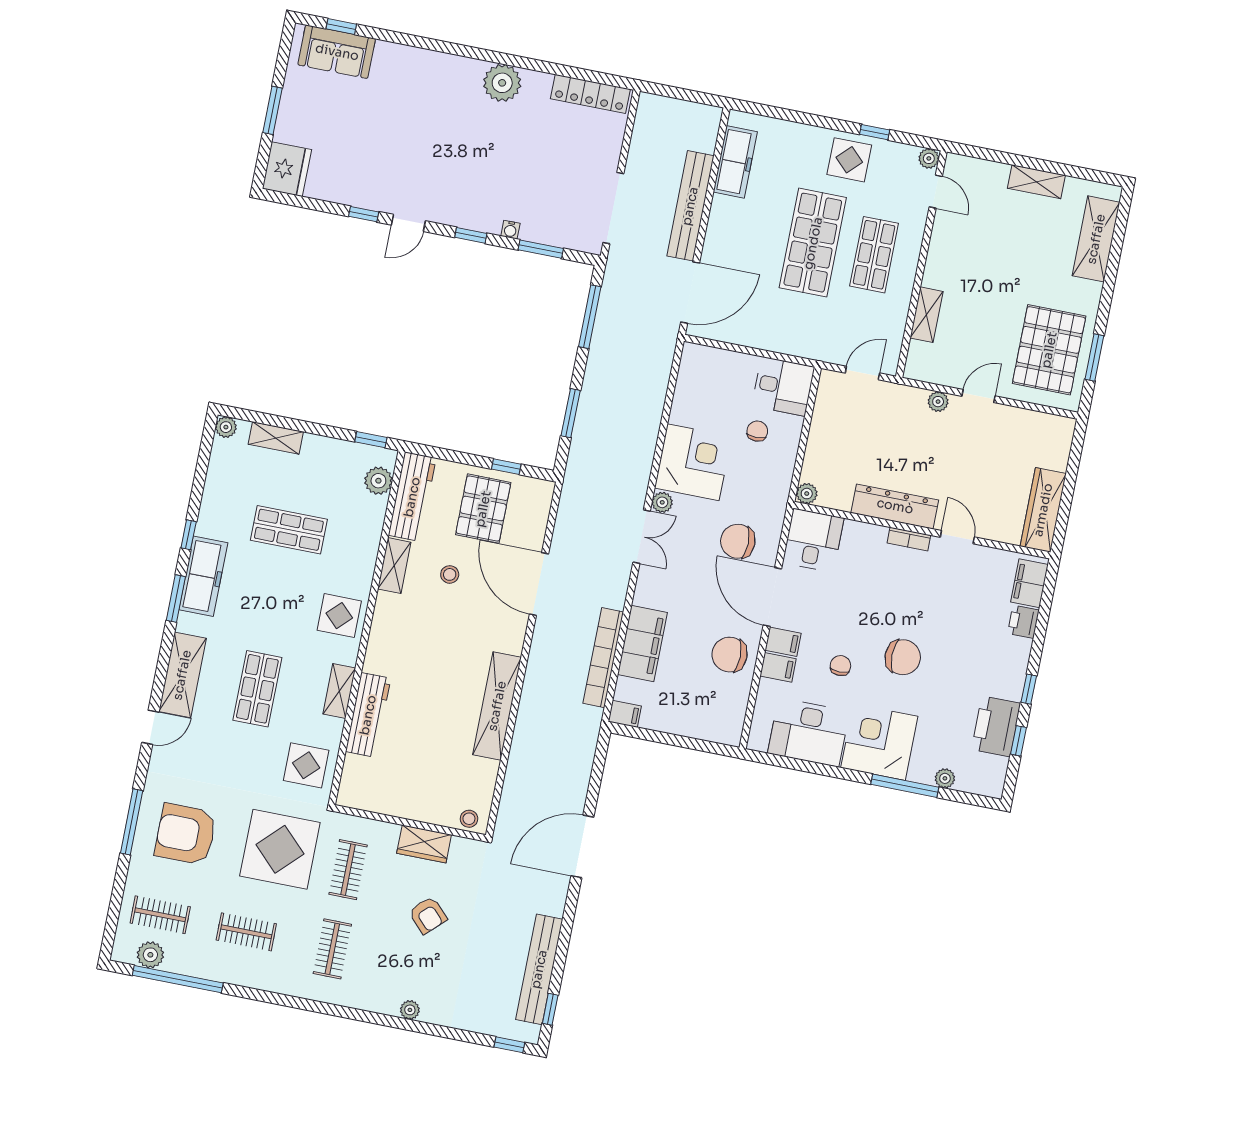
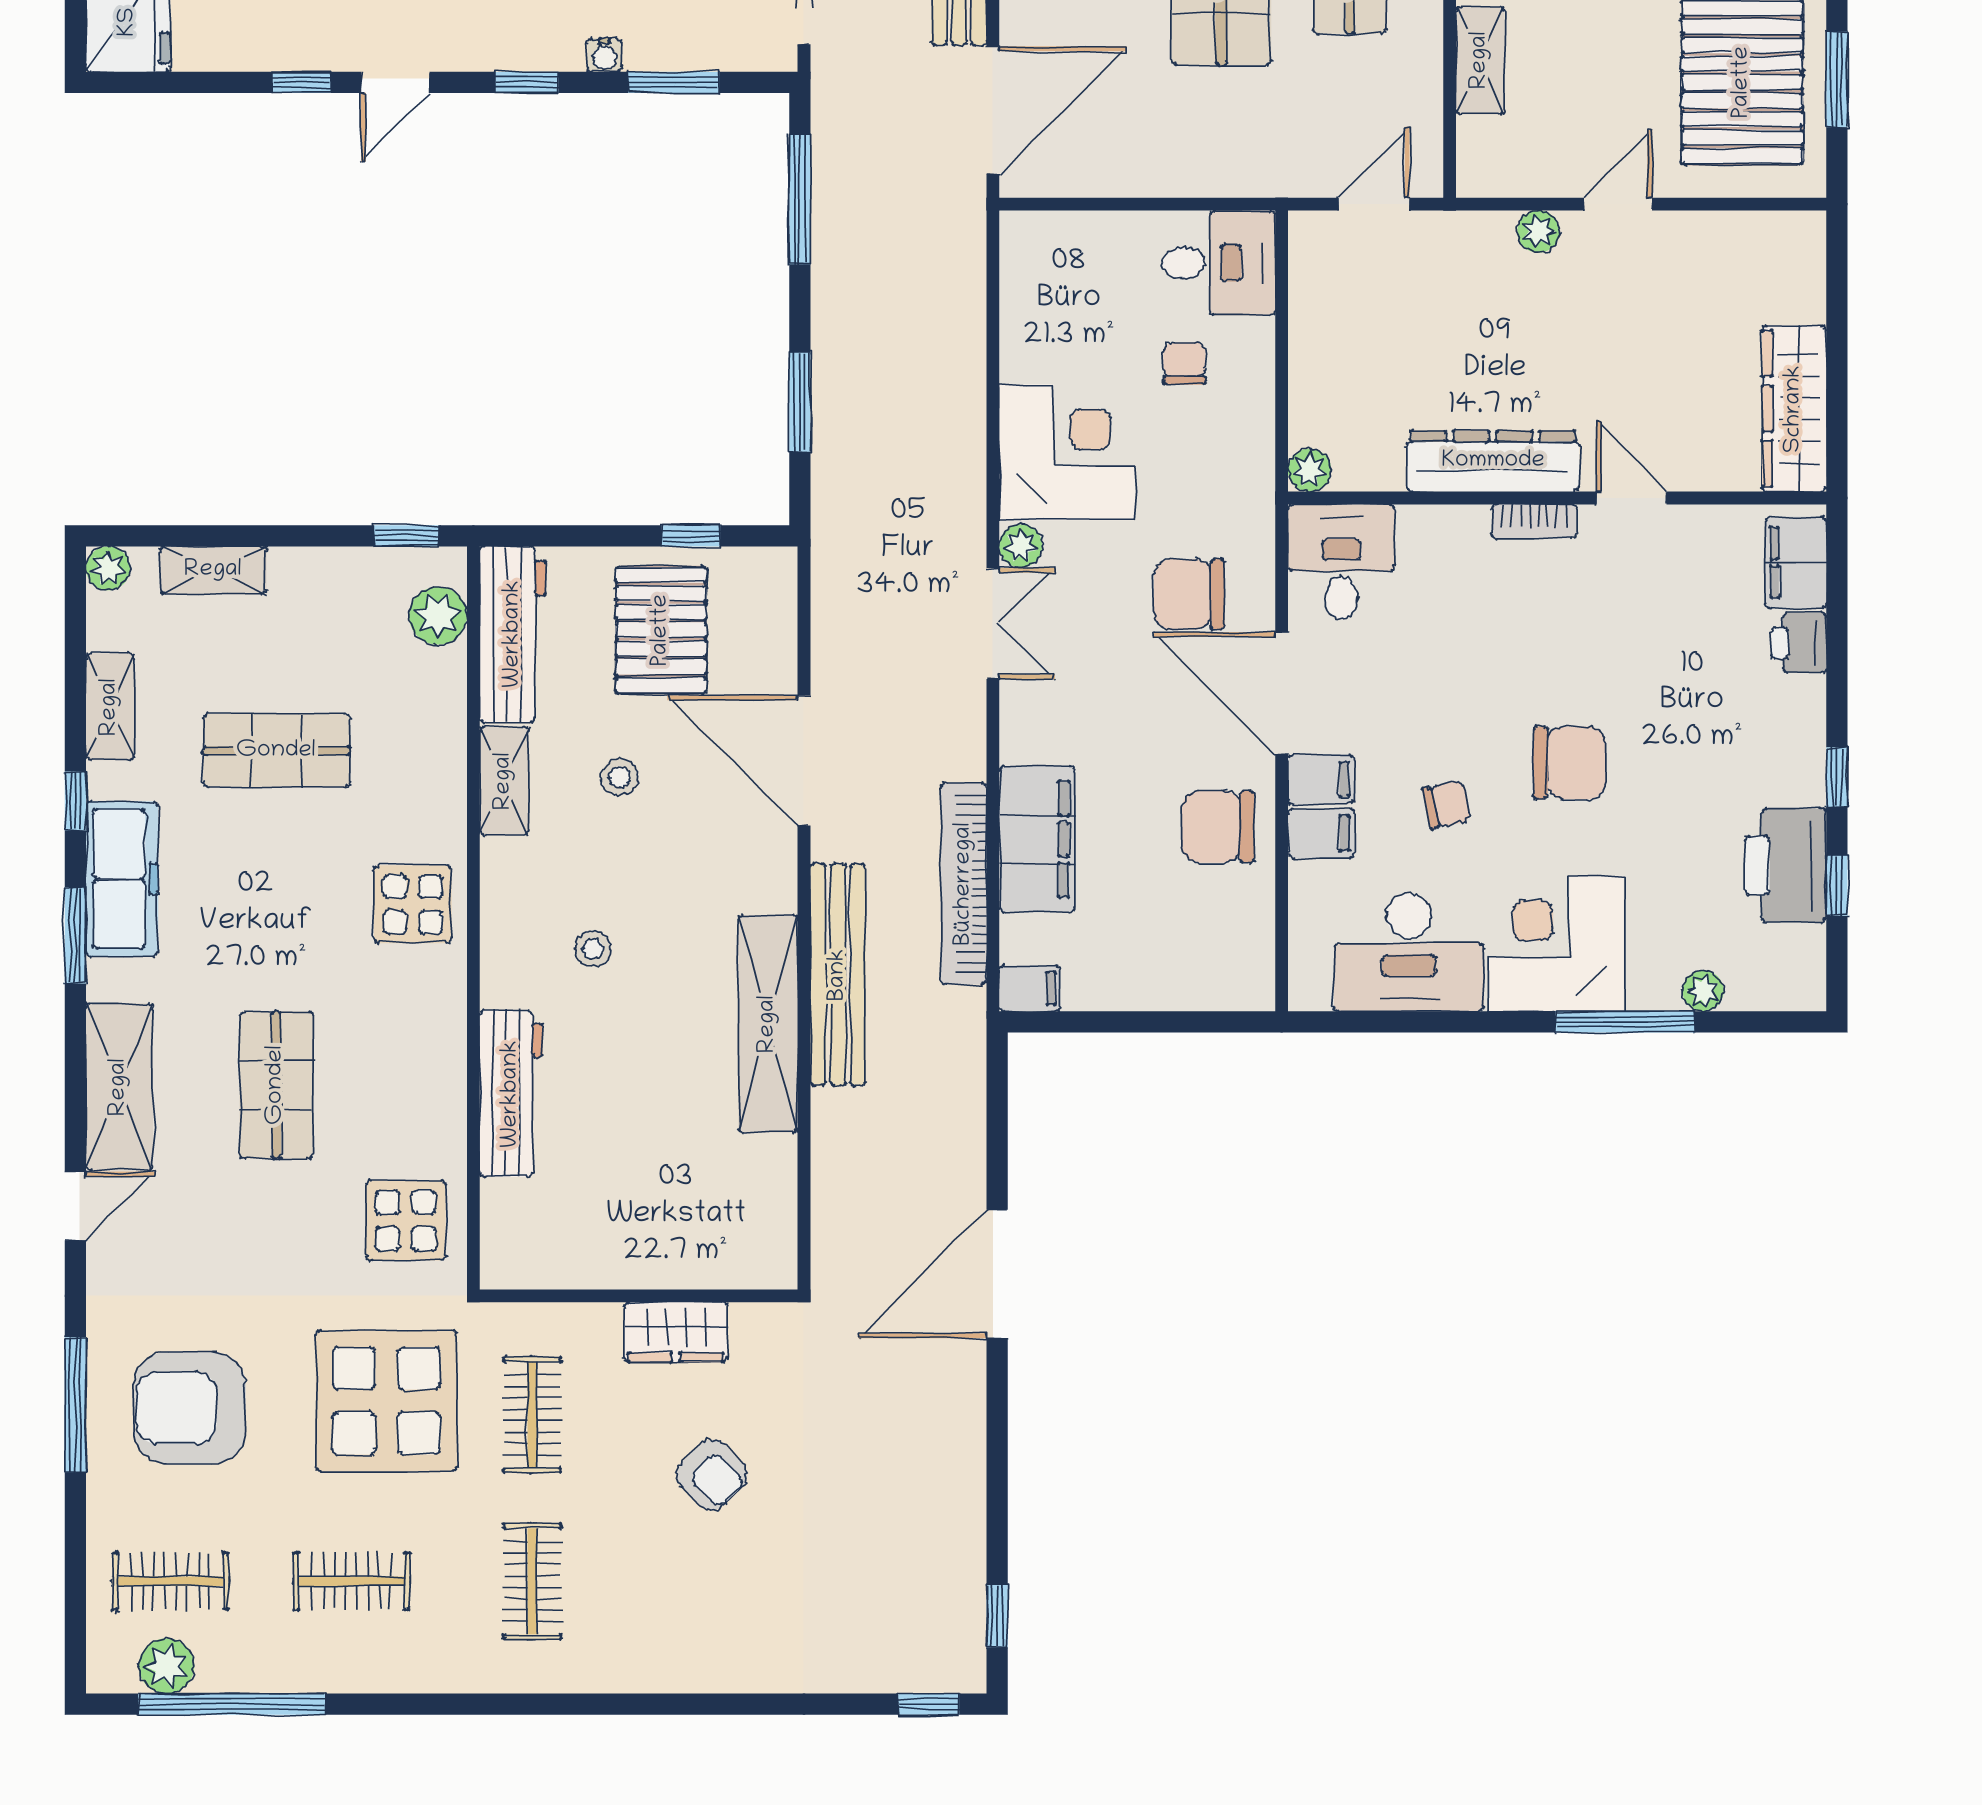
chair: (840, 666) -> (1447, 805), turned 78
shelving: (339, 691) -> (110, 707), moved
stool: (469, 819) -> (593, 949), moved
bench: (539, 969) -> (838, 975), moved
plant: (410, 1010) -> (714, 1674), removed

